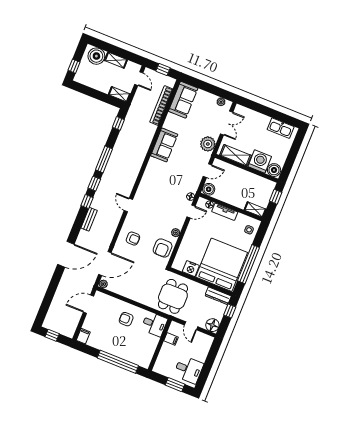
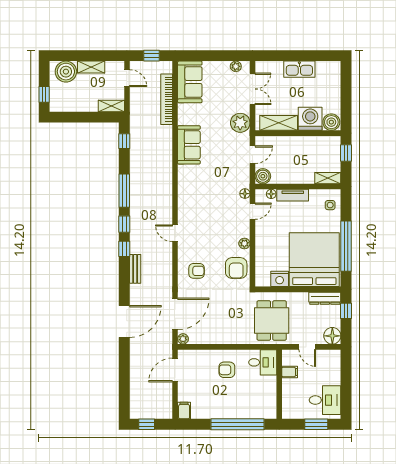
kitchen sink: (281, 128) -> (299, 69), moved

